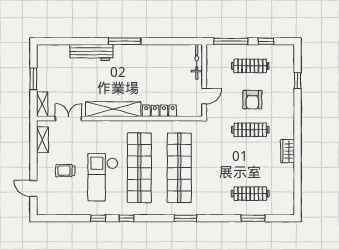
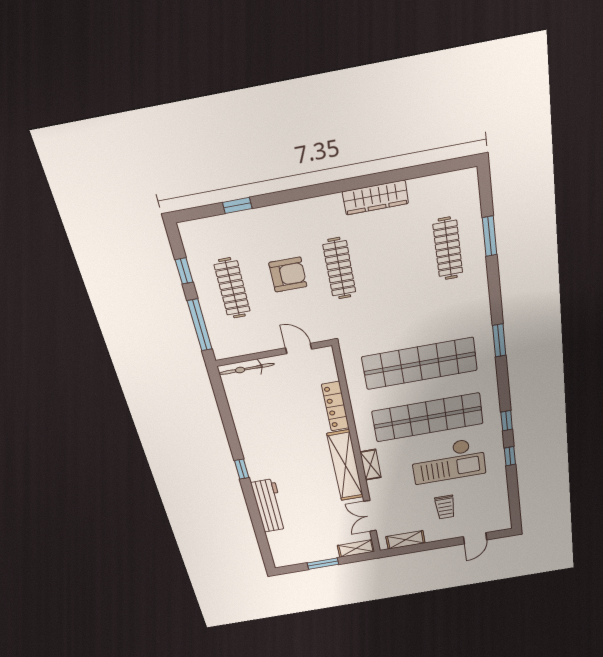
window: (125, 41) -> (242, 469), width x0.46
shelving: (111, 126) -> (371, 465), added
wardrobe: (288, 151) -> (375, 198), width x1.50

